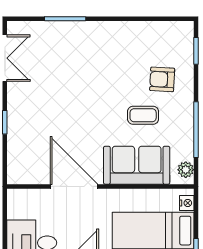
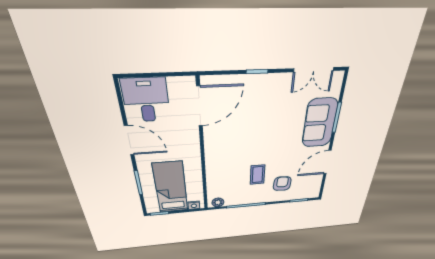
door: (132, 19) -> (327, 162), added
sofa: (137, 165) -> (320, 123), moved, turned 180
door: (74, 186) -> (199, 106), moved

